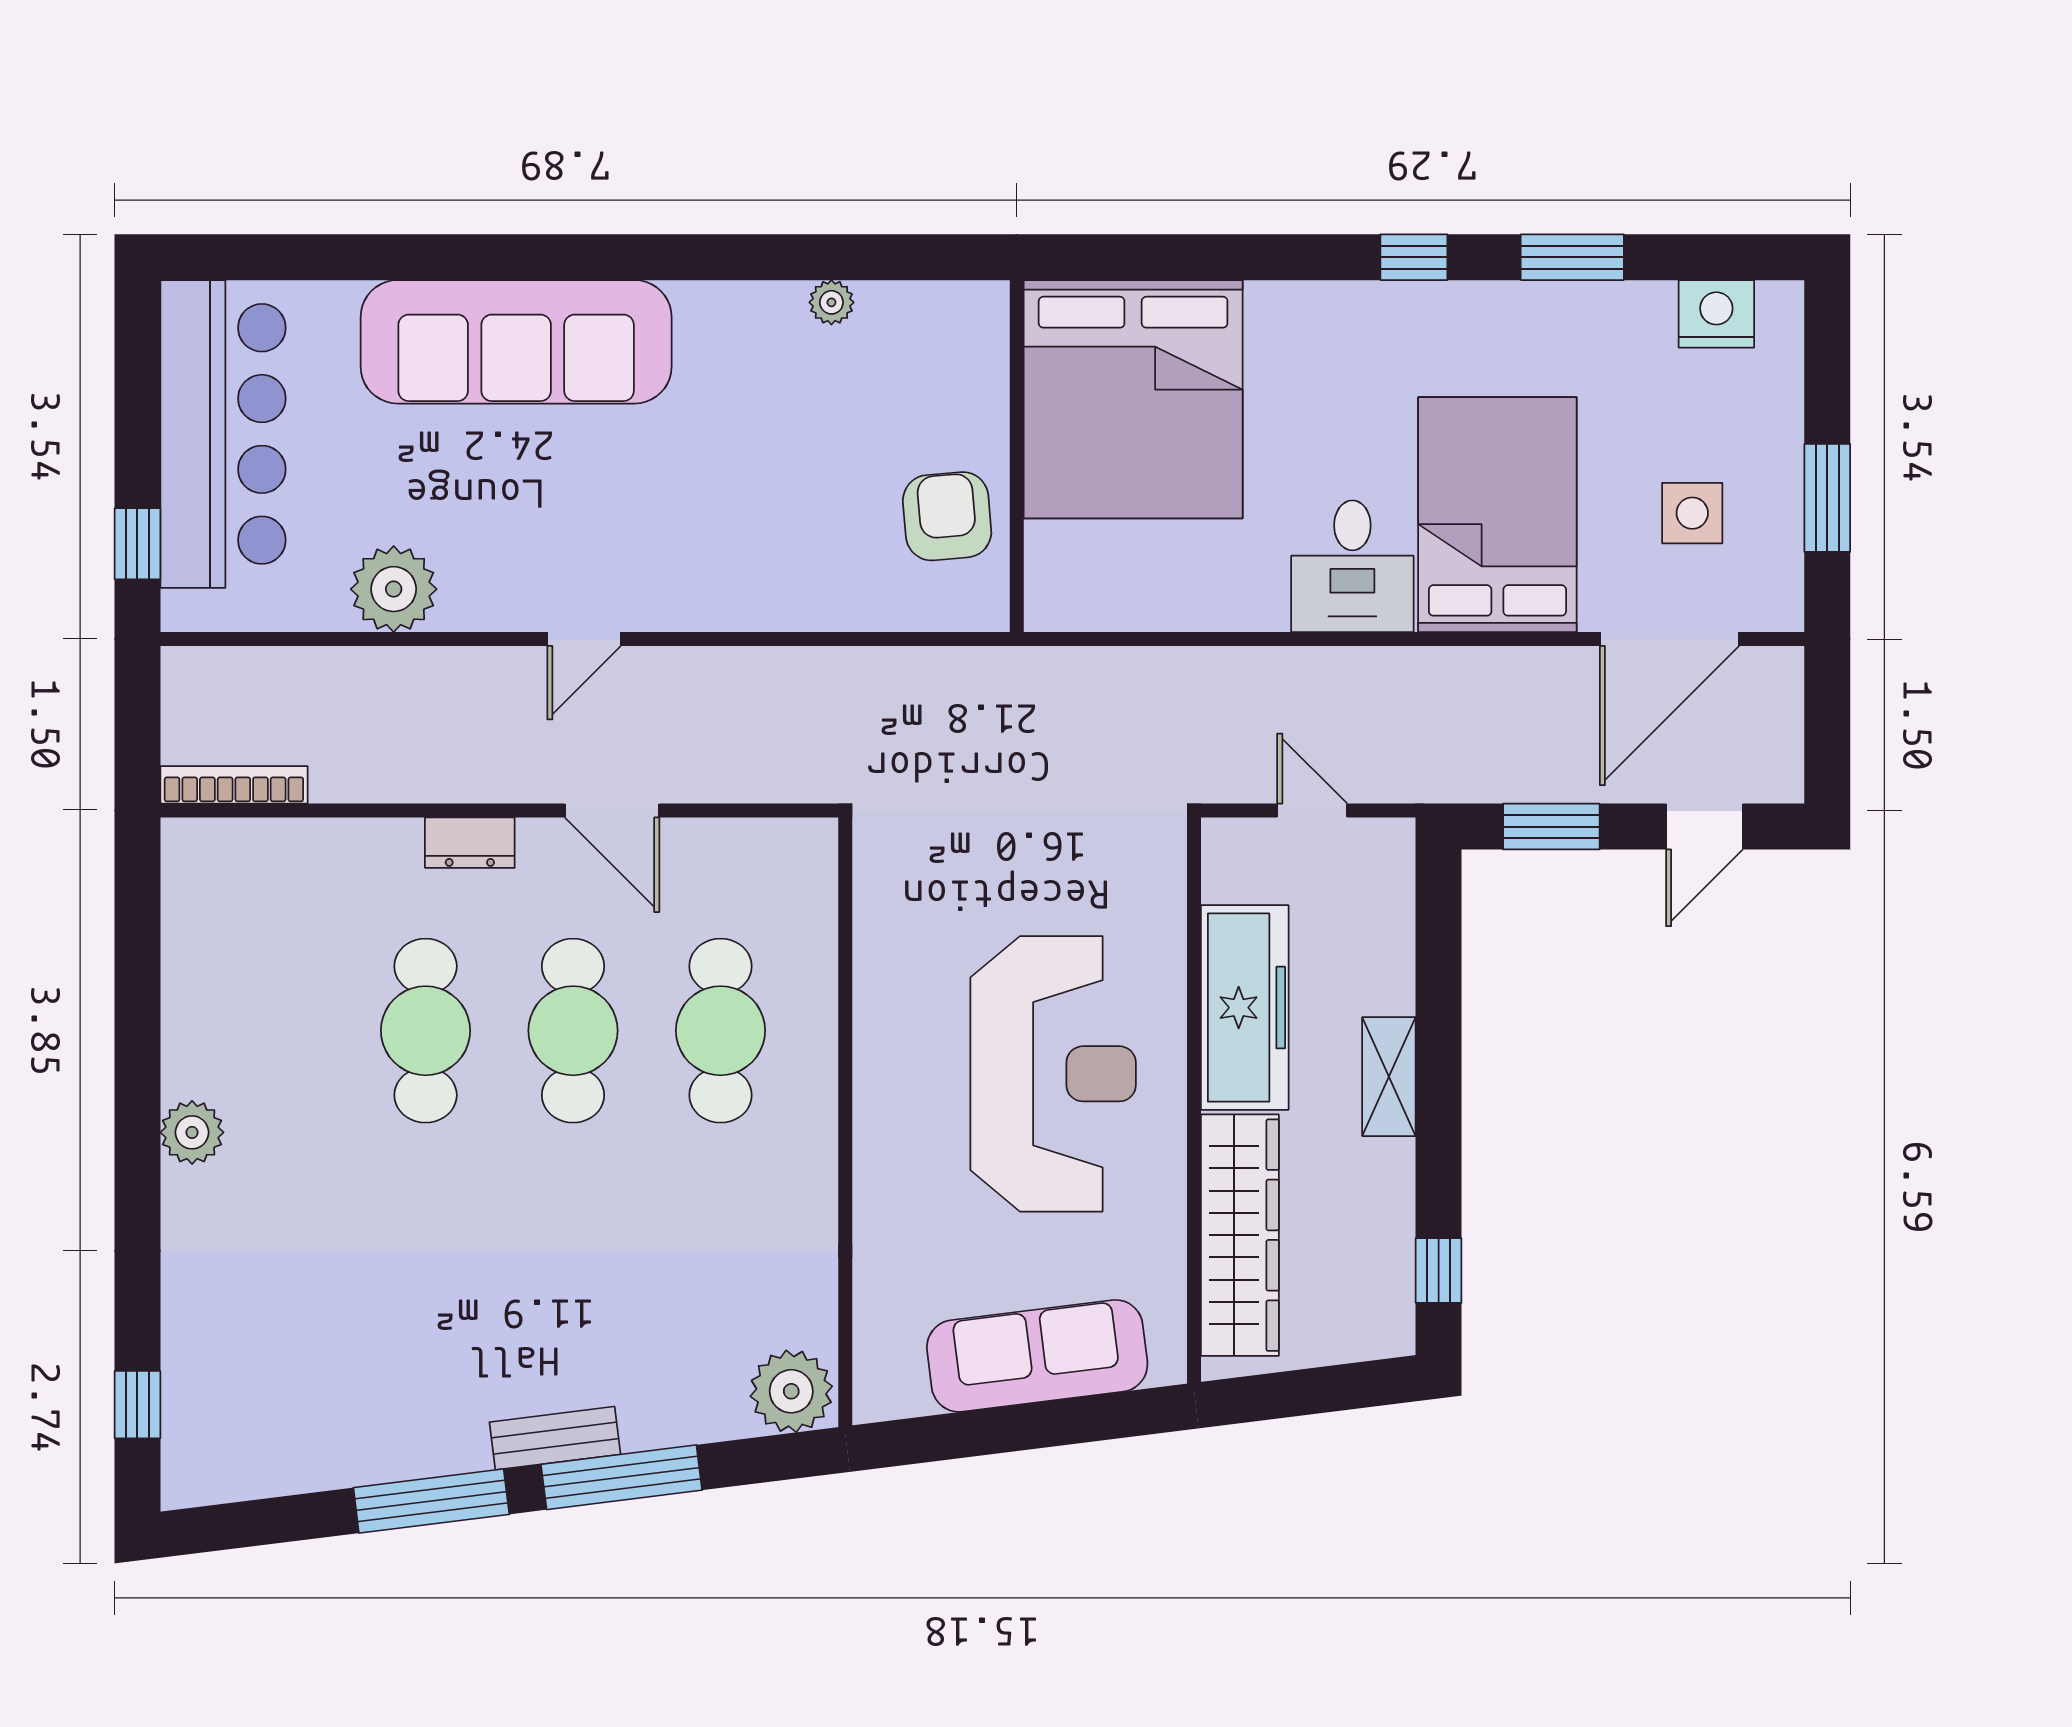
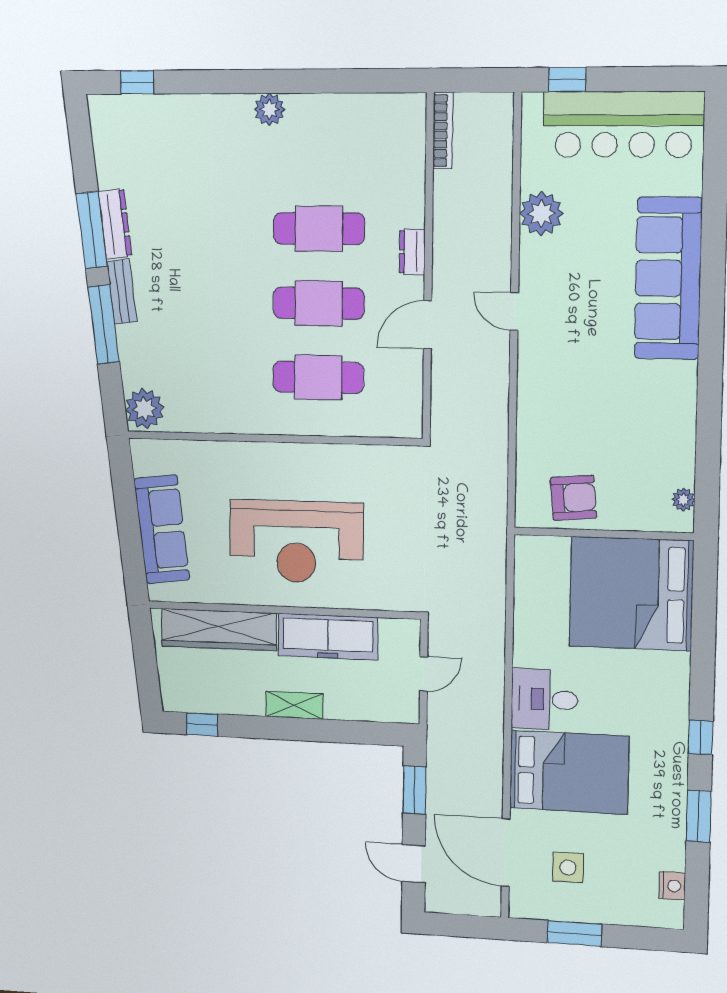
plant: (831, 302) -> (683, 500), moved
nightstand: (1716, 314) -> (672, 886), width x0.74, depth x0.75
dresser: (419, 1452) -> (115, 224), added

